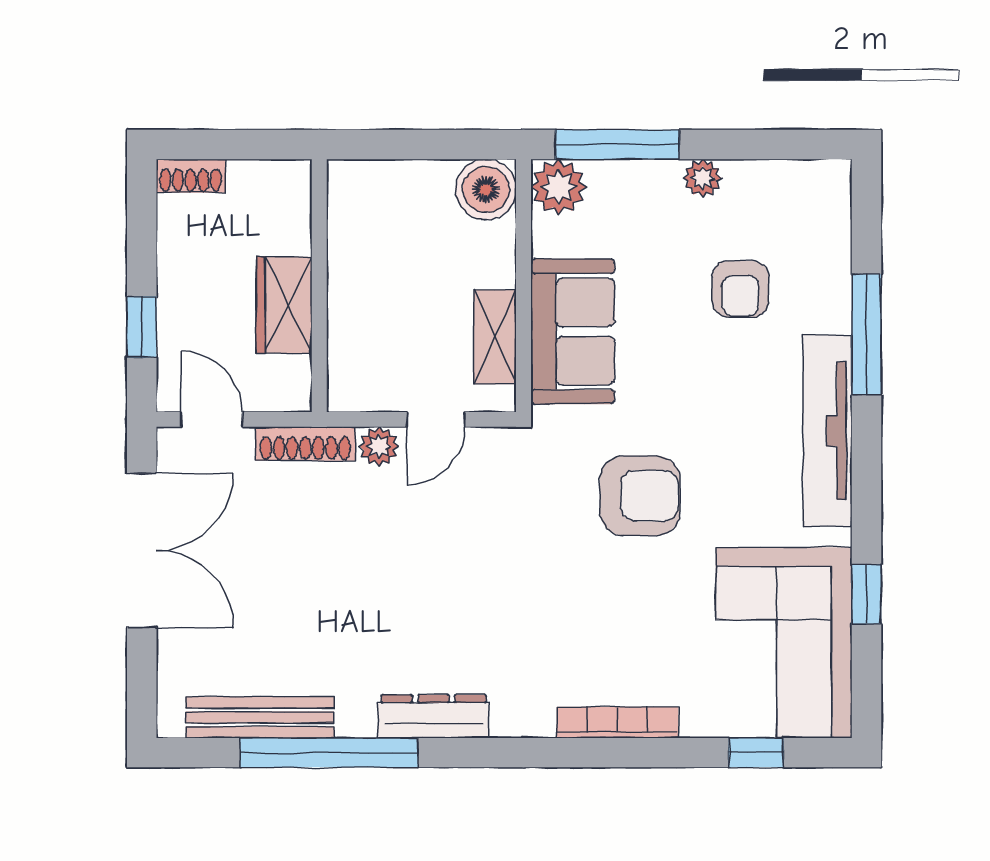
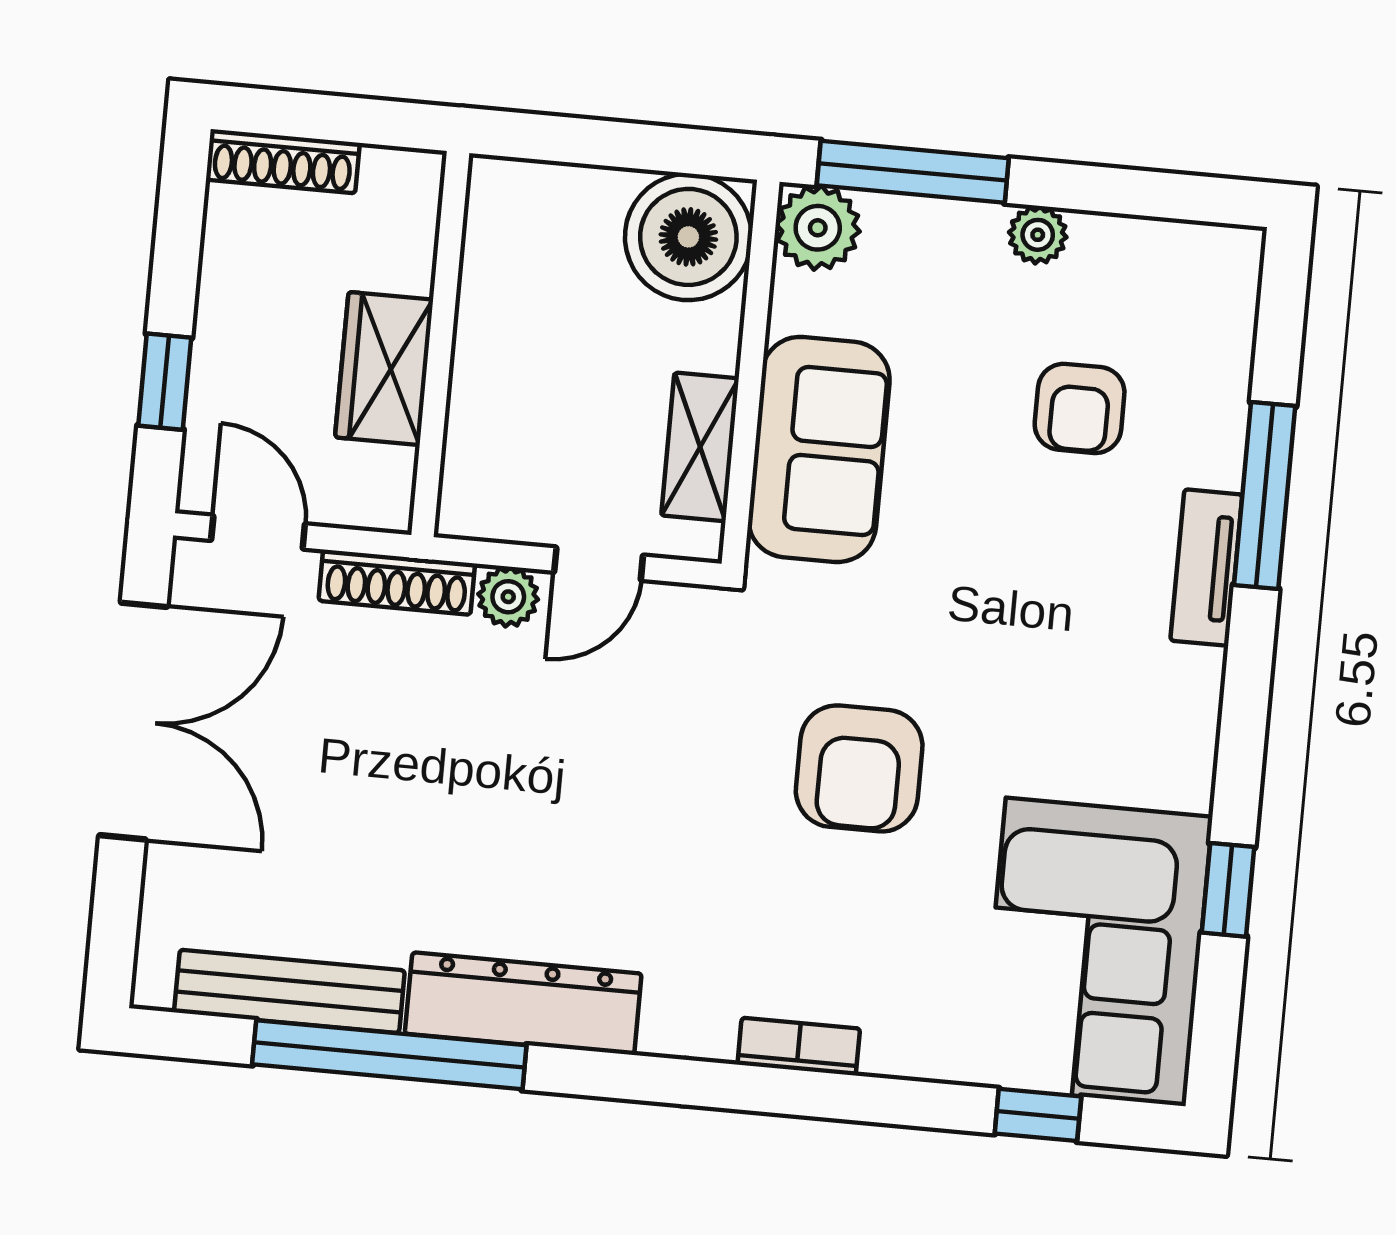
shoe rack: (191, 176) -> (283, 161), width x1.43
boiler: (486, 190) -> (688, 237), width x1.37, depth x1.37
tv unit: (827, 431) -> (1206, 568), width x0.52, depth x0.78
armchair: (640, 496) -> (859, 768), moved, turned 90
dresser: (433, 716) -> (523, 1004), width x1.37, depth x1.24
bookcase: (618, 722) -> (799, 1047), width x0.64

